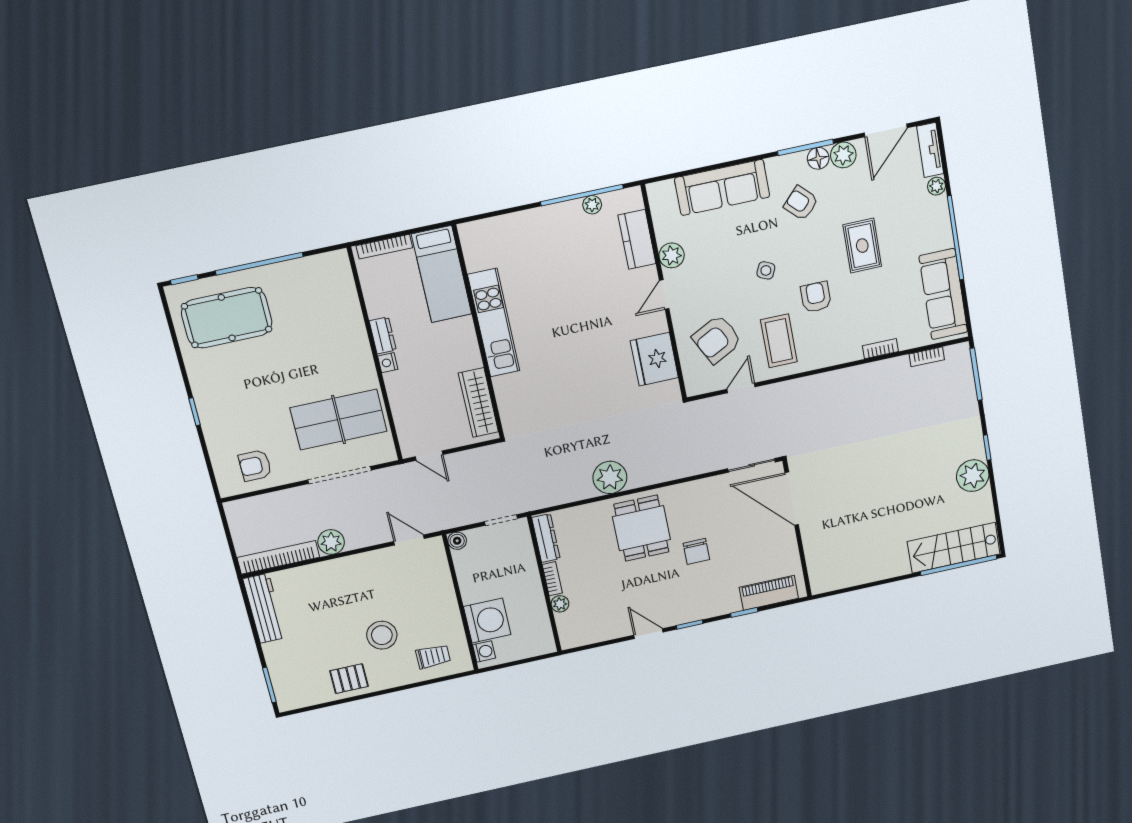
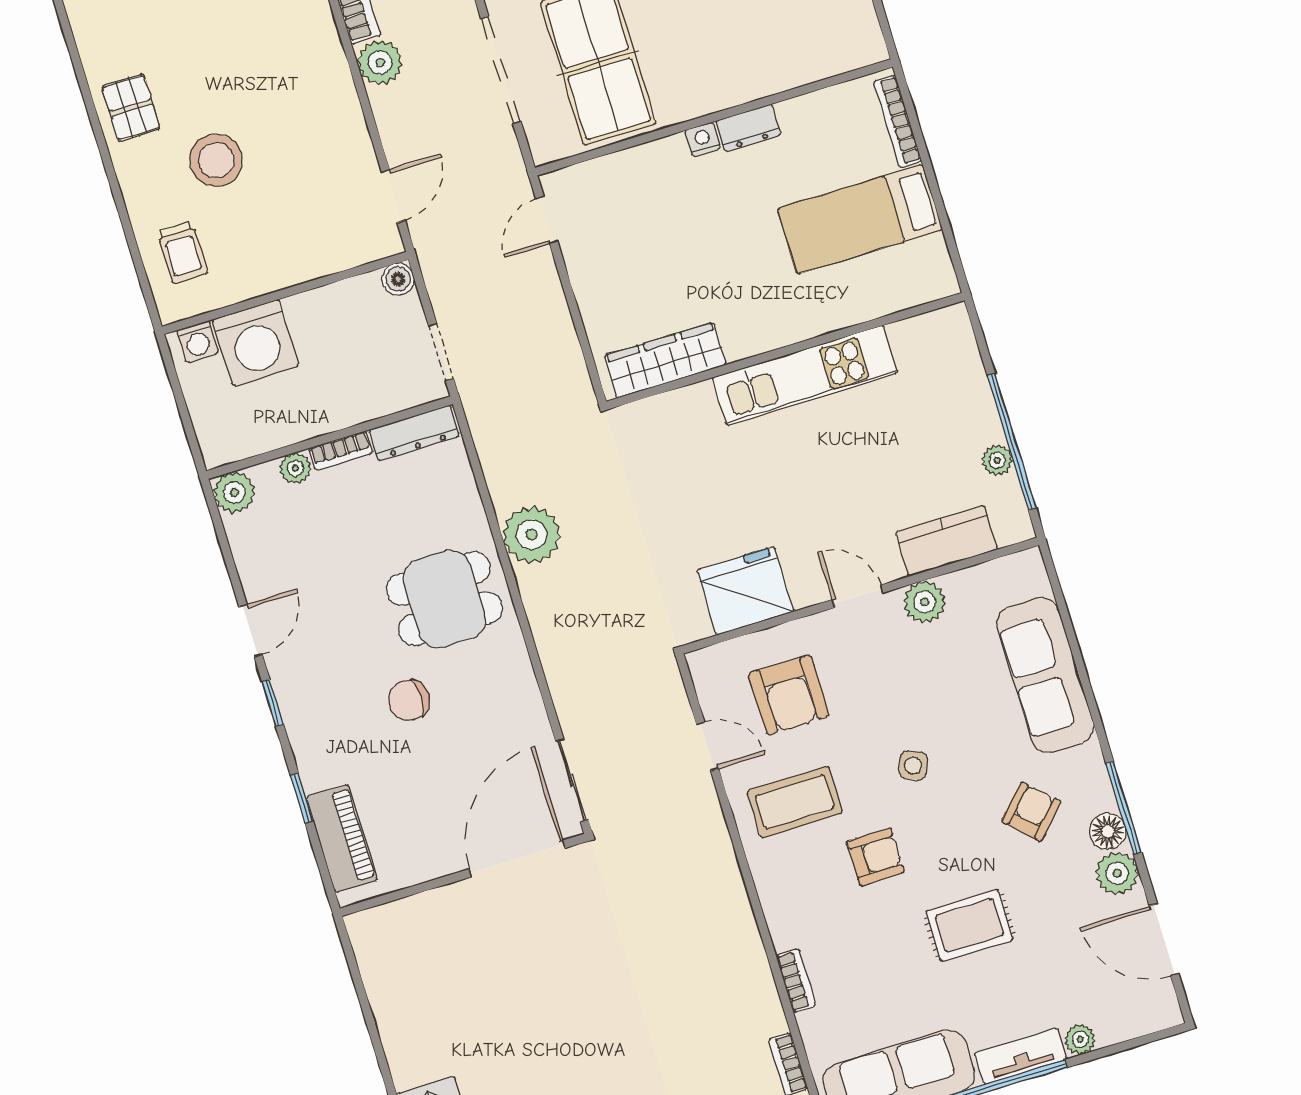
tv unit: (930, 150) -> (1021, 1056), moved
kitchen unit: (494, 323) -> (805, 375), moved
wall: (478, 333) -> (785, 351), moved
armchair: (717, 339) -> (789, 695), turned -153
wardrobe: (478, 403) -> (665, 360), moved
plant: (571, 637) -> (234, 493), added

